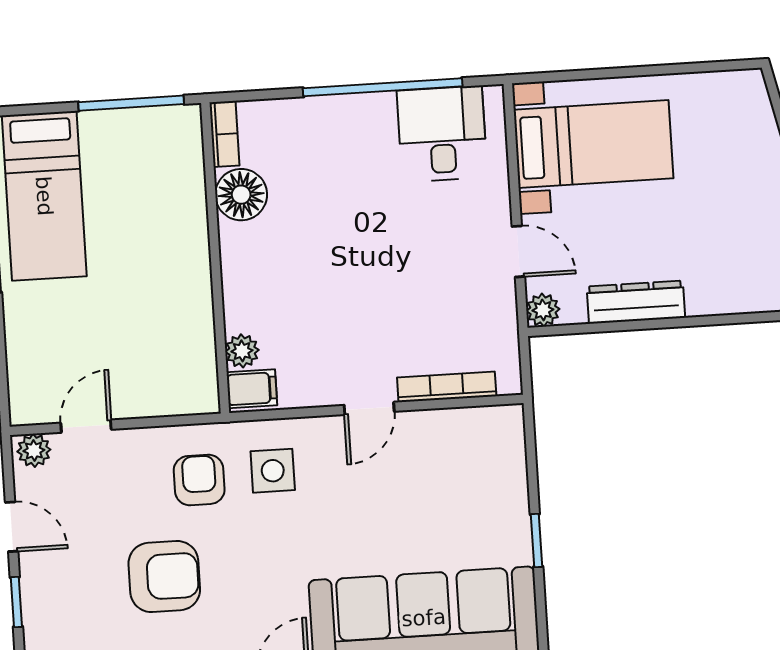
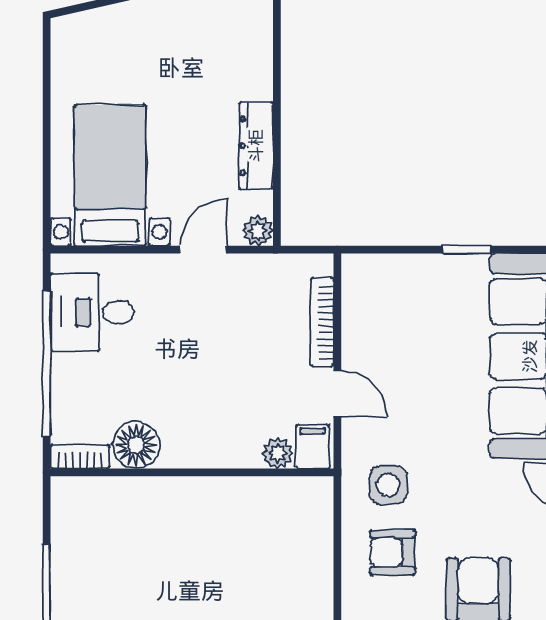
bookcase: (224, 134) -> (80, 457), moved
floor lamp: (241, 195) -> (136, 445), moved
wall: (215, 258) -> (192, 472), moved
plant: (242, 351) -> (278, 453), moved
filing cabinet: (252, 389) -> (313, 447), moved

